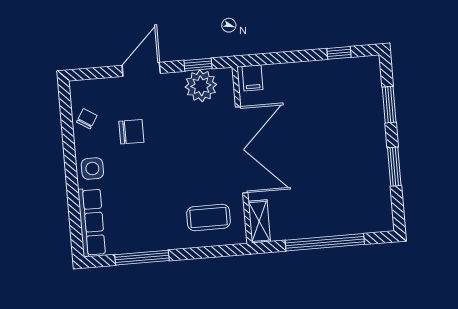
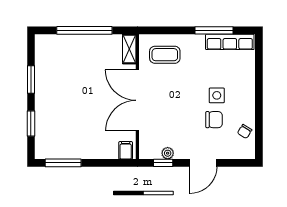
window: (339, 53) -> (63, 163), width x2.17
plant: (201, 86) -> (168, 153), width x0.53, depth x0.53
chair: (131, 132) -> (214, 120), turned 180
side table: (92, 169) -> (217, 95), moved
row of seats: (92, 222) -> (230, 42), moved, turned -90

